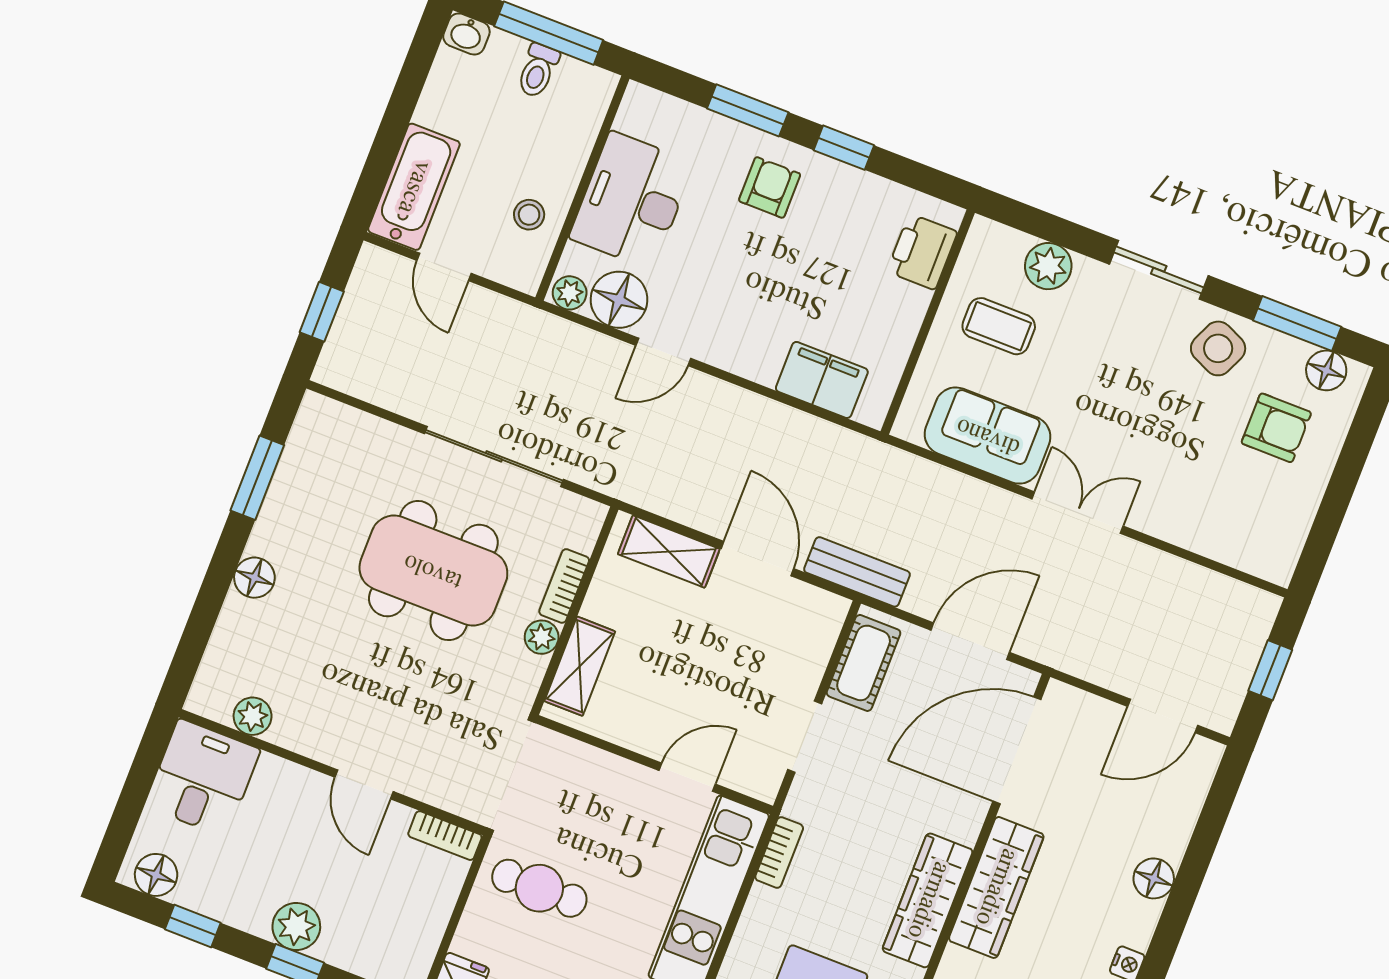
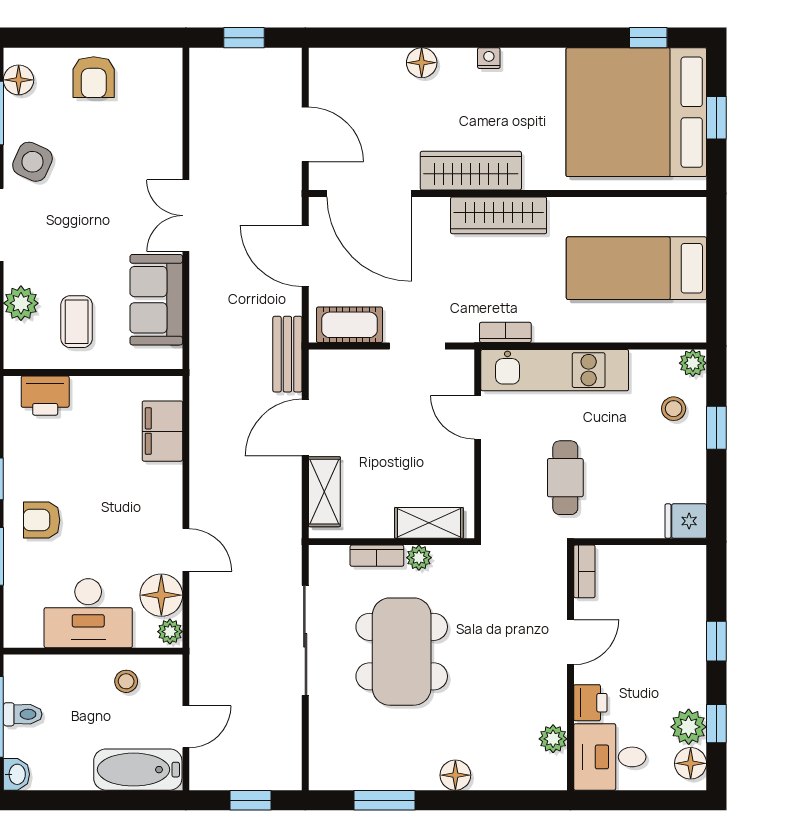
armchair: (1276, 428) -> (94, 77), moved, turned 180
door: (1163, 716) -> (305, 134), moved
printer: (279, 780) -> (590, 703), added
cafe table: (539, 888) -> (565, 478), moved
plant: (296, 927) -> (689, 727), moved

